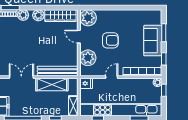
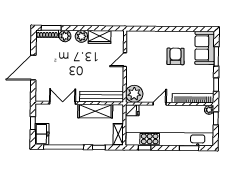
wardrobe: (60, 16) -> (100, 37), width x0.67
plant: (88, 18) -> (135, 40), removed
door: (79, 37) -> (125, 60), hinge flipped
armchair: (110, 40) -> (175, 56), moved, turned -90
sofa: (153, 41) -> (205, 48), moved
plant: (88, 58) -> (134, 94), moved

